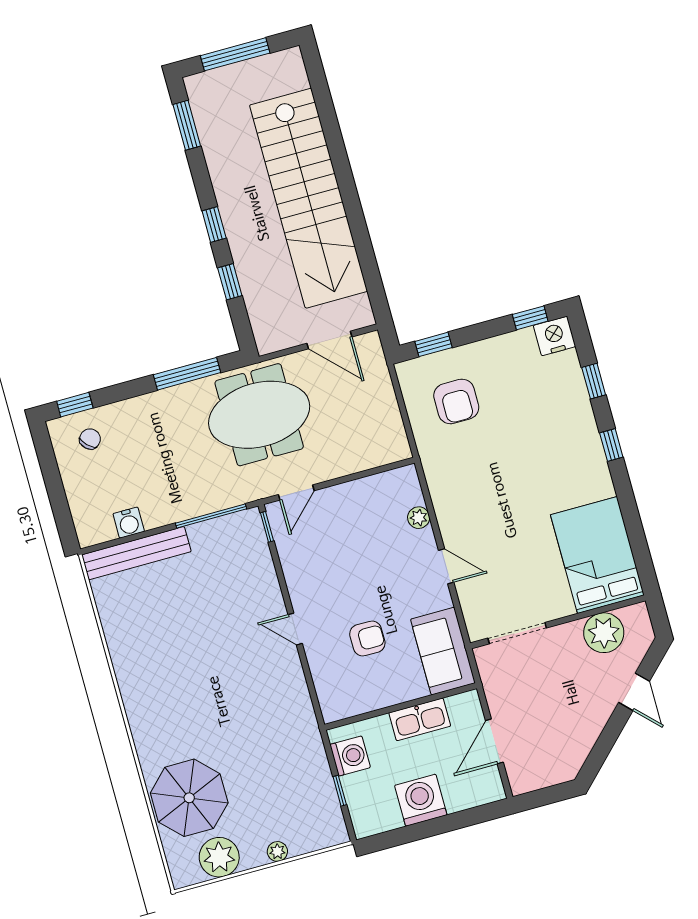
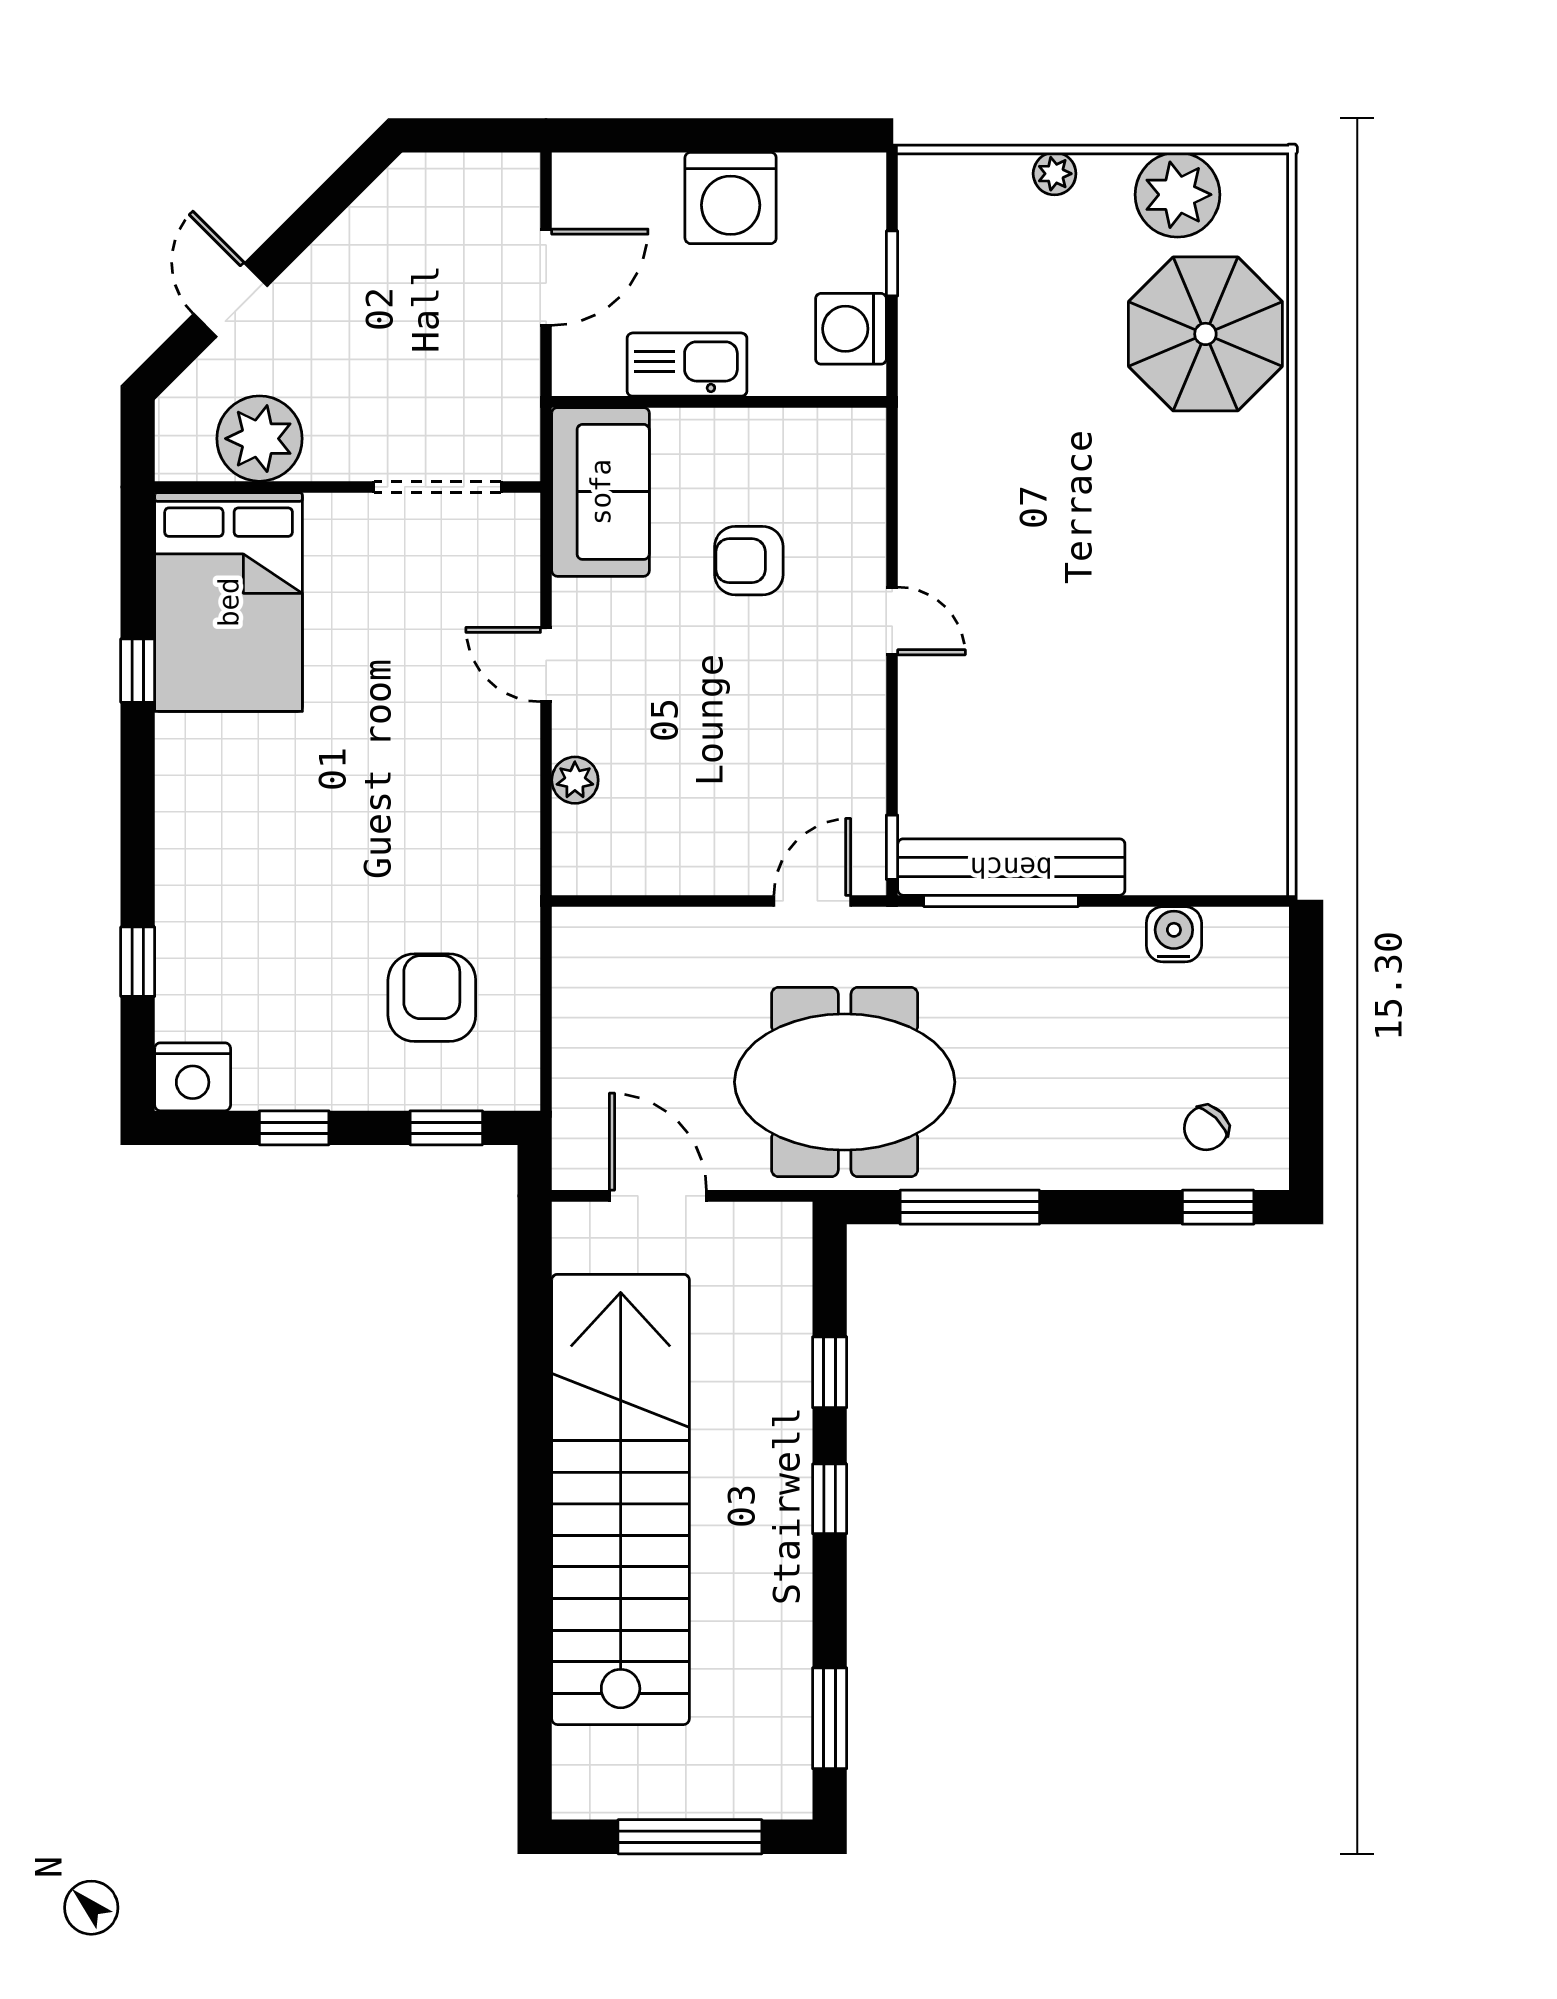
window: (530, 318) -> (294, 1128), moved
window: (611, 445) -> (138, 671), moved
bench: (136, 553) -> (1011, 867), moved

